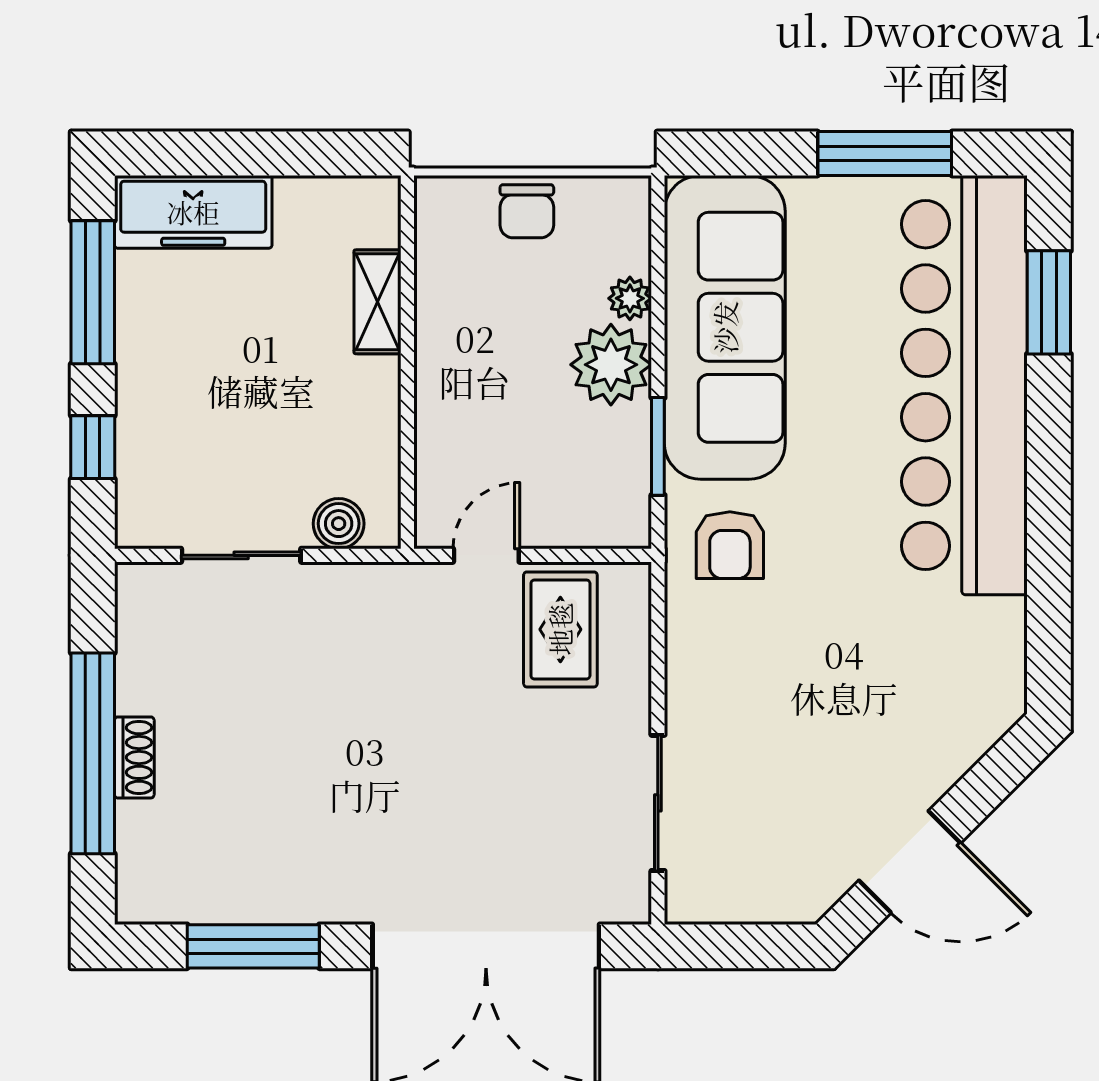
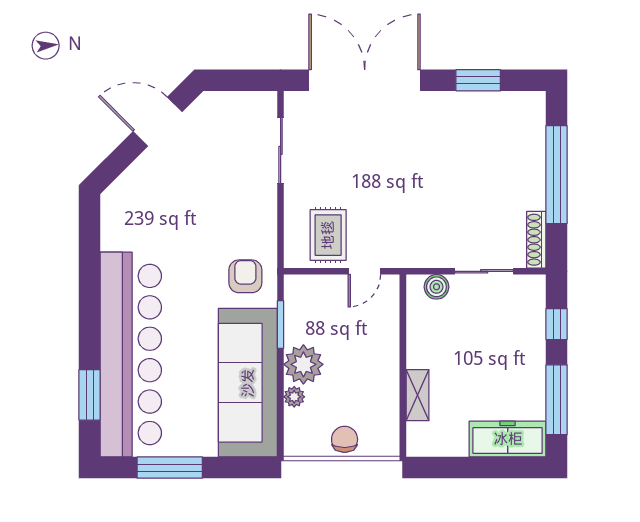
shoe rack: (134, 757) -> (536, 240), moved, width x1.43
window: (253, 946) -> (478, 80), width x0.69

